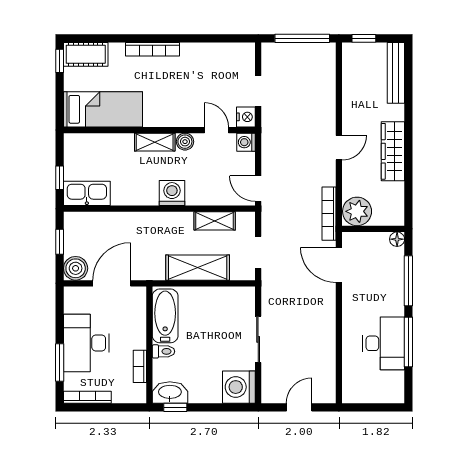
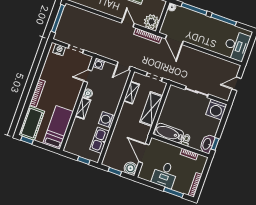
cot: (86, 54) -> (32, 123), width x1.37, depth x1.34
nightstand: (246, 117) -> (59, 50), moved
door: (339, 148) -> (128, 23), moved
kitchen sink: (87, 193) -> (99, 140), moved
washing machine: (172, 193) -> (107, 120), moved
door: (339, 265) -> (174, 40), hinge flipped
desk: (86, 343) -> (165, 175), width x0.73
desk: (384, 343) -> (236, 46), moved, turned 90
door: (299, 407) -> (237, 84), hinge flipped

